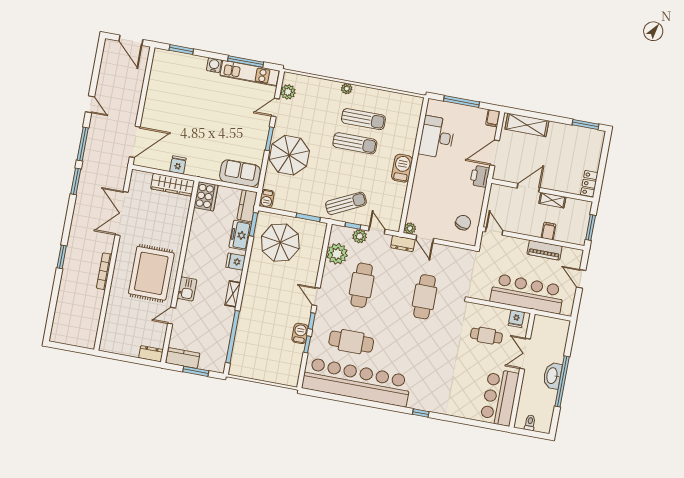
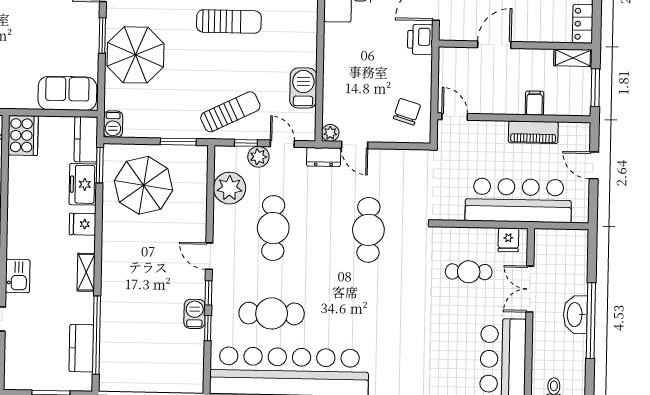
barbecue: (402, 168) -> (303, 88), moved
shelving: (552, 200) -> (573, 58), moved
kitchen counter: (183, 358) -> (81, 348), moved, turned -90

